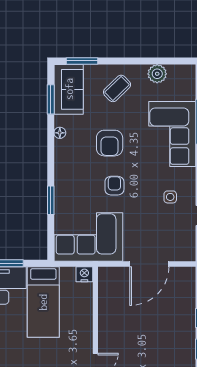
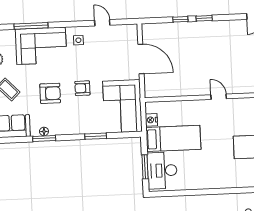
window: (51, 99) -> (44, 138), moved
side table: (170, 197) -> (78, 40), moved
nightstand: (84, 274) -> (151, 120), moved

